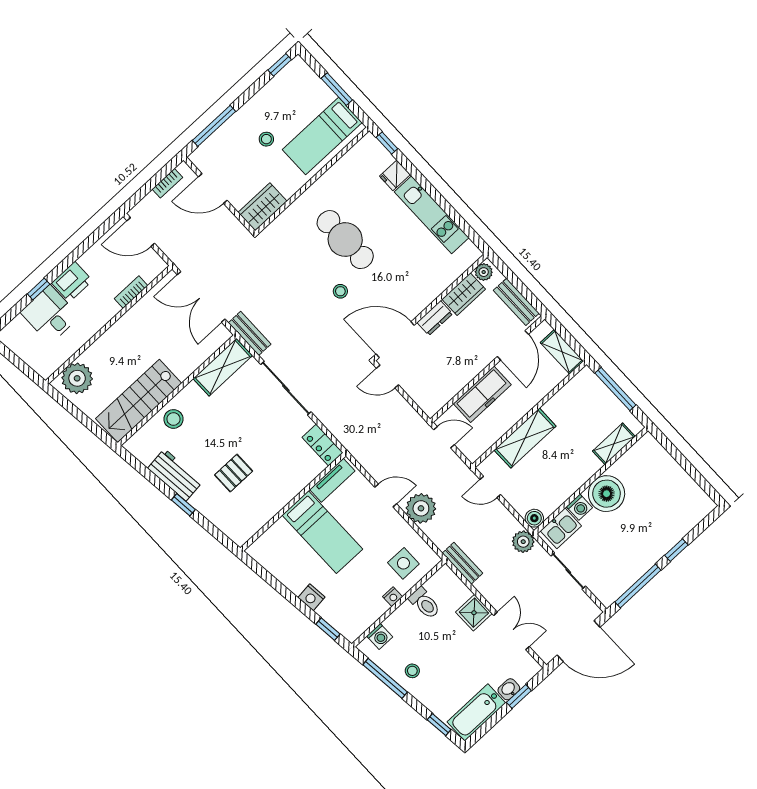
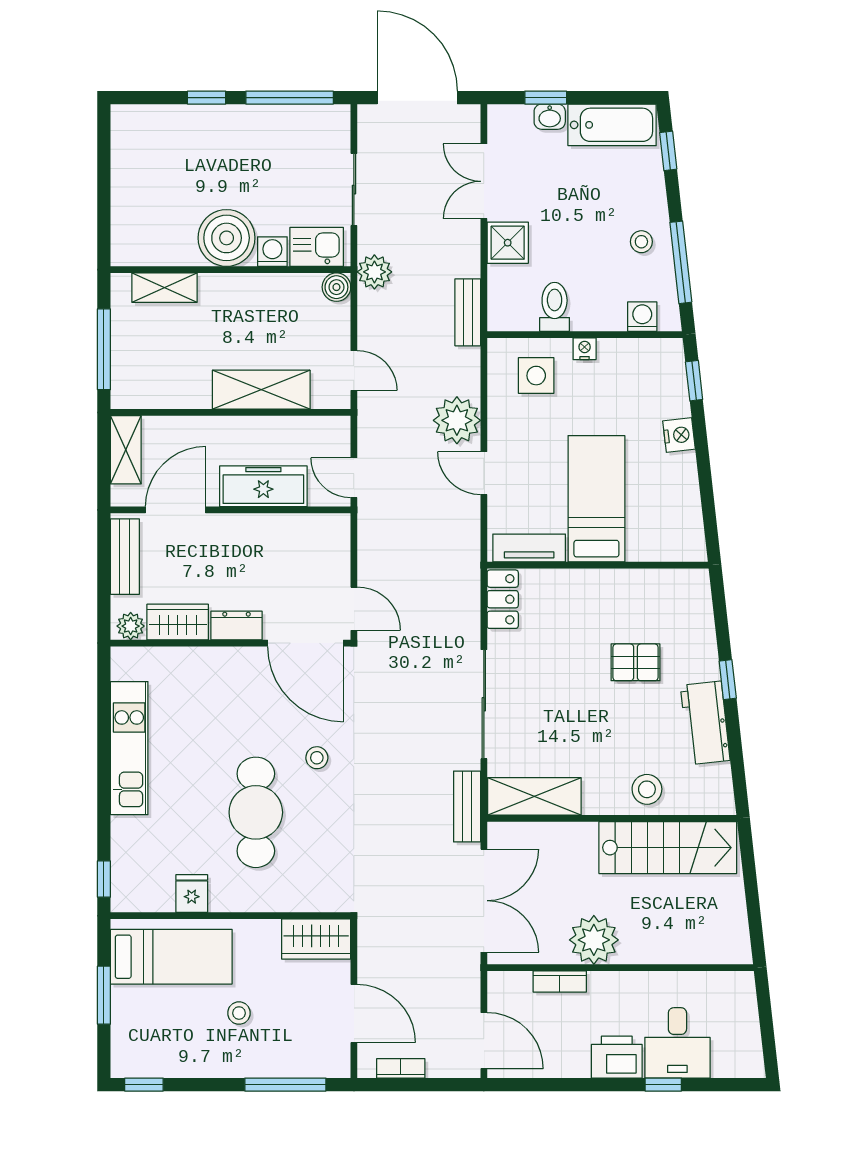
fridge: (395, 175) -> (192, 894), moved, turned -90
plant: (77, 378) -> (594, 940), moved

